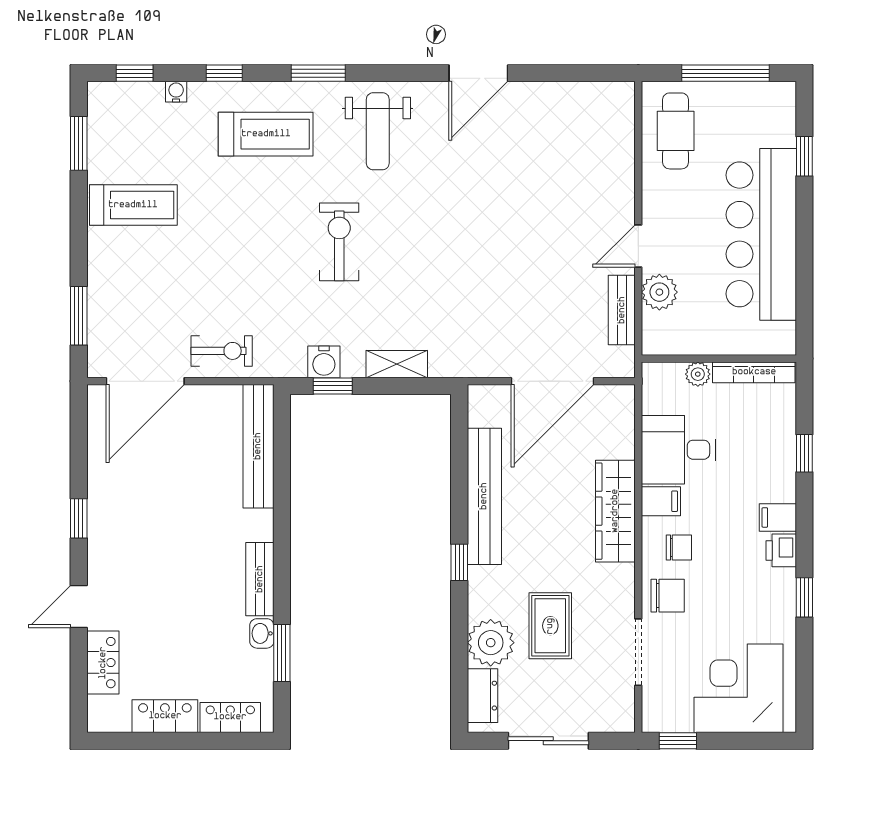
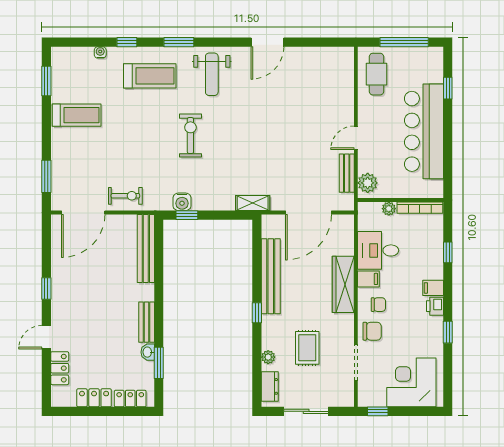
window: (135, 73) -> (77, 42), removed
plant: (659, 292) -> (368, 183), moved
shelving: (397, 364) -> (253, 203), moved
plant: (491, 643) -> (268, 357), width x0.53, depth x0.53

